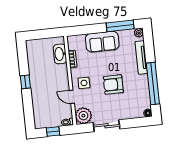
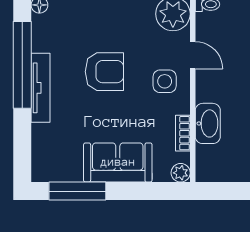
plant: (139, 33) -> (181, 173), moved
washbasin: (60, 54) -> (208, 123), moved
tv unit: (141, 58) -> (41, 88), moved

